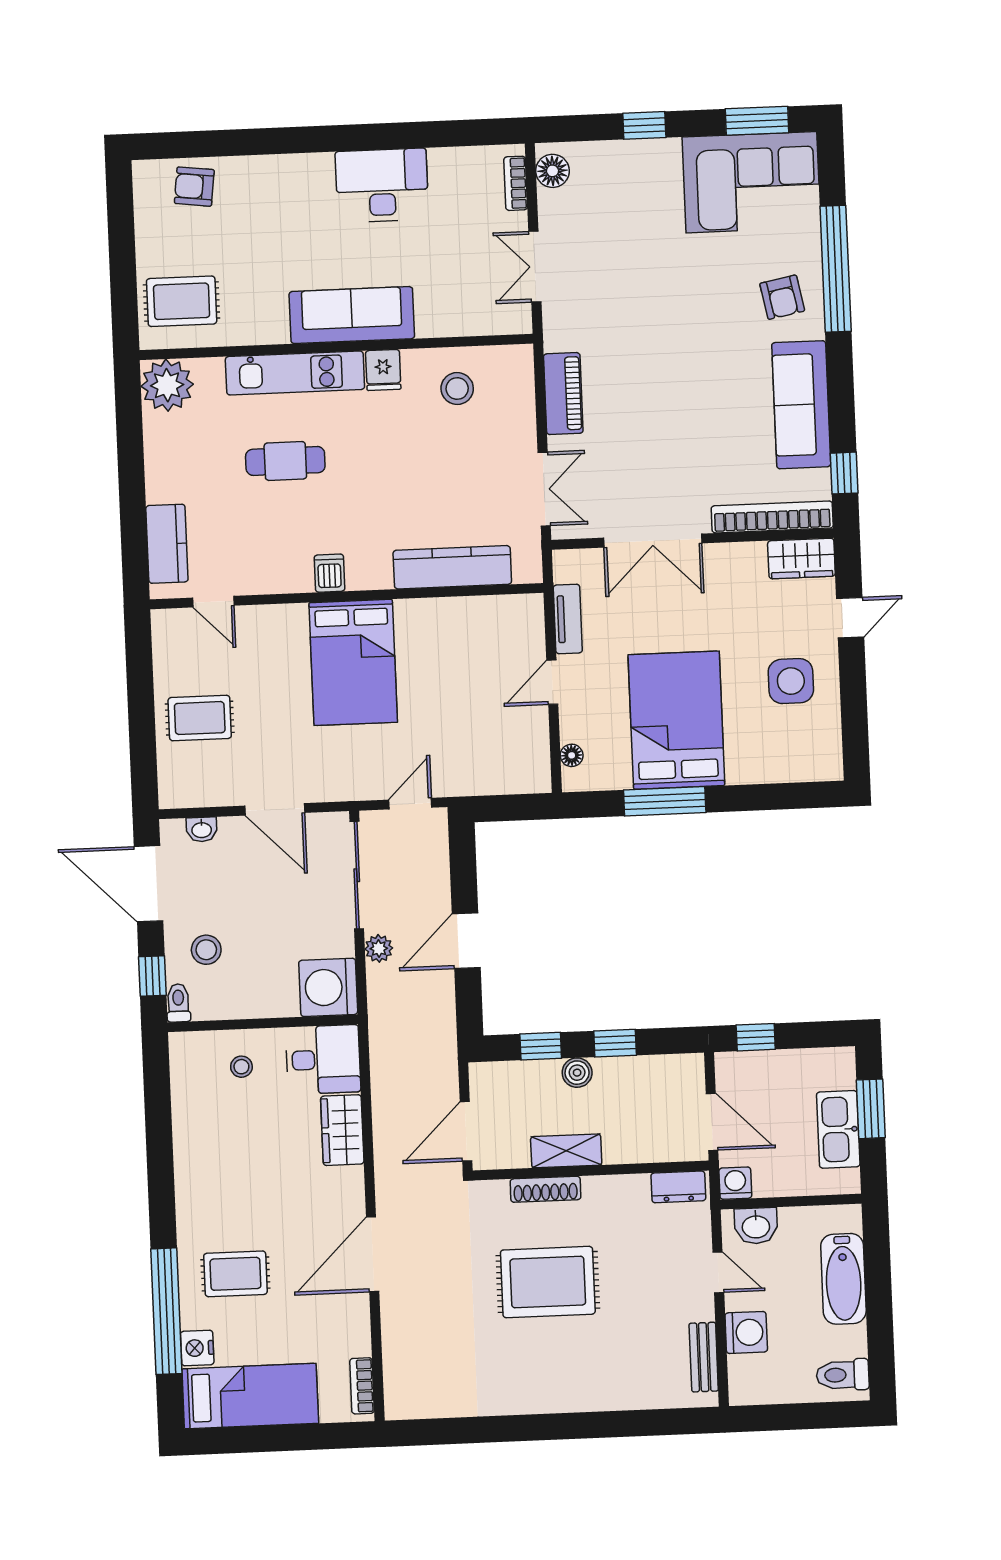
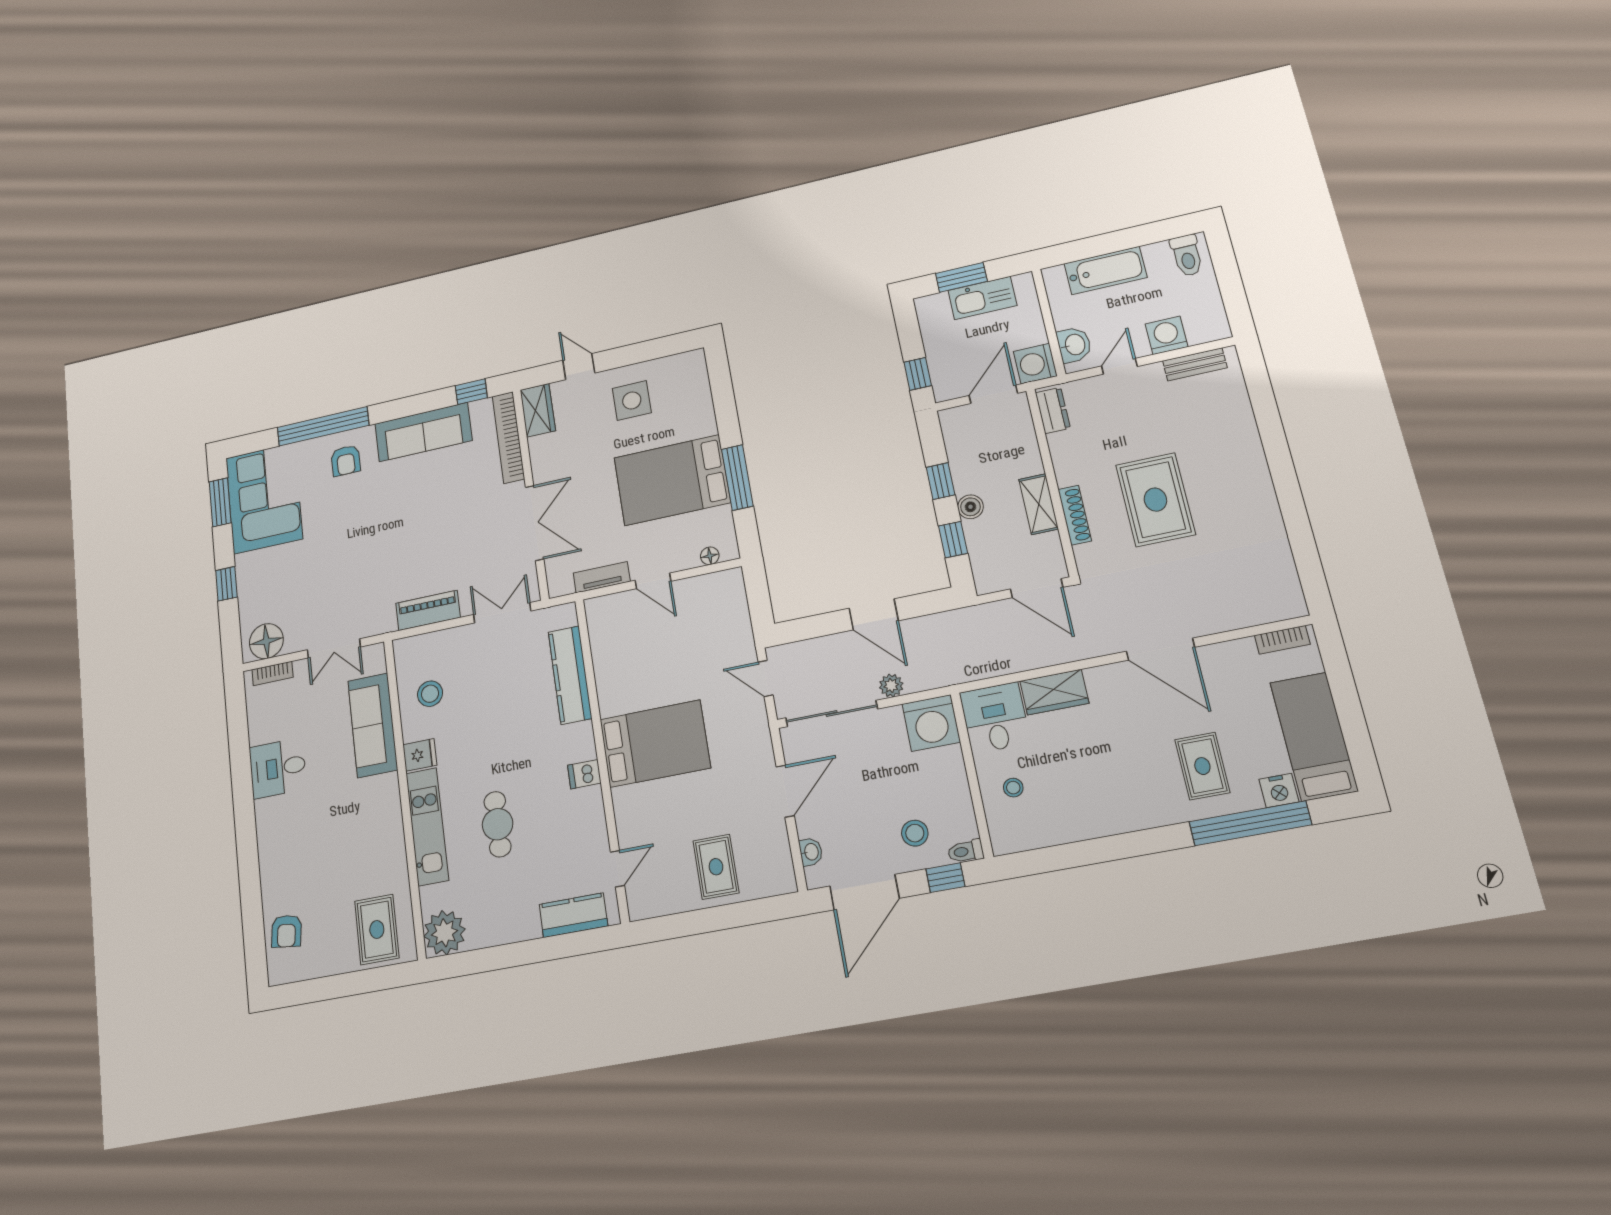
floor lamp: (552, 171) -> (266, 641), width x1.38, depth x1.38
desk: (382, 185) -> (278, 768), width x0.73
armchair: (782, 297) -> (346, 461), turned 101
sofa: (352, 315) -> (373, 725), moved
washing machine: (735, 1183) -> (1035, 364), width x1.38, depth x1.38

